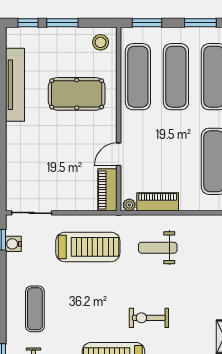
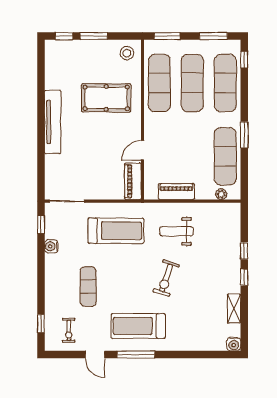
tv unit: (15, 85) -> (53, 122), moved
plant: (129, 205) -> (221, 194), moved
water cooler: (13, 244) -> (51, 246), moved
exercise mat: (35, 309) -> (88, 287), moved
exercise bike: (149, 318) -> (166, 278), moved, turned -72

